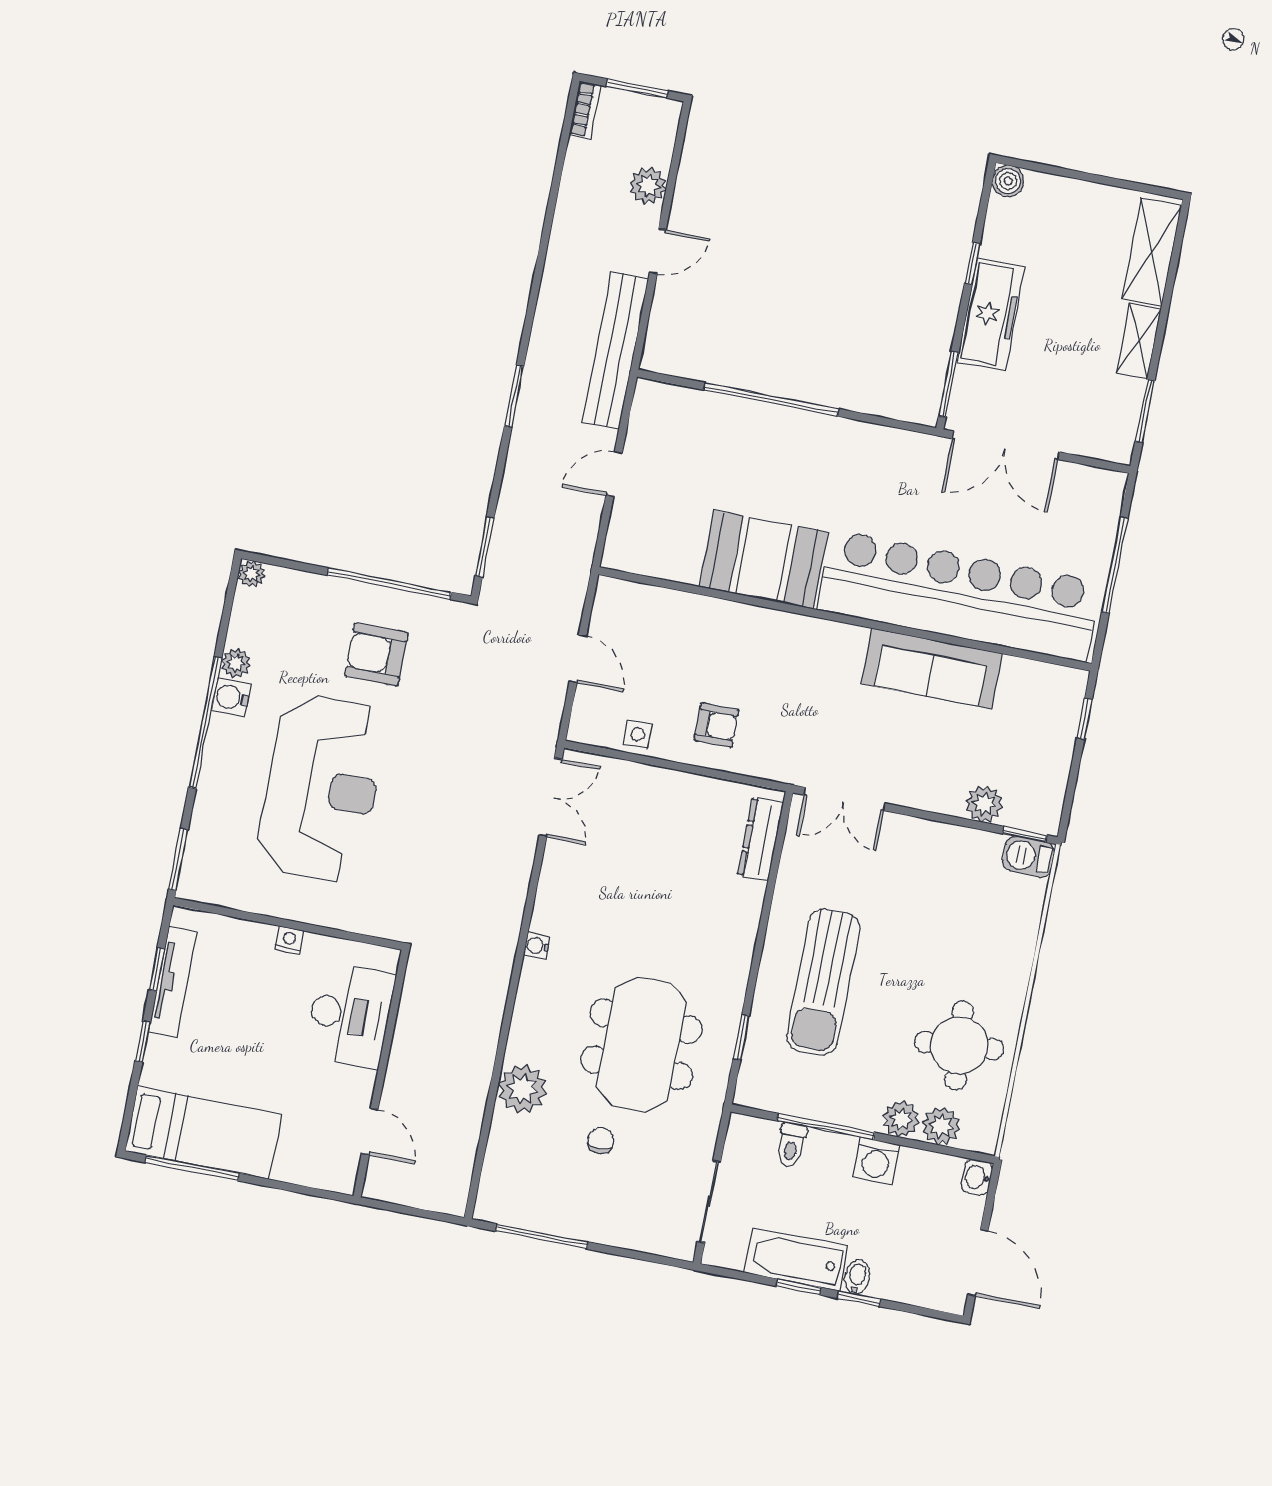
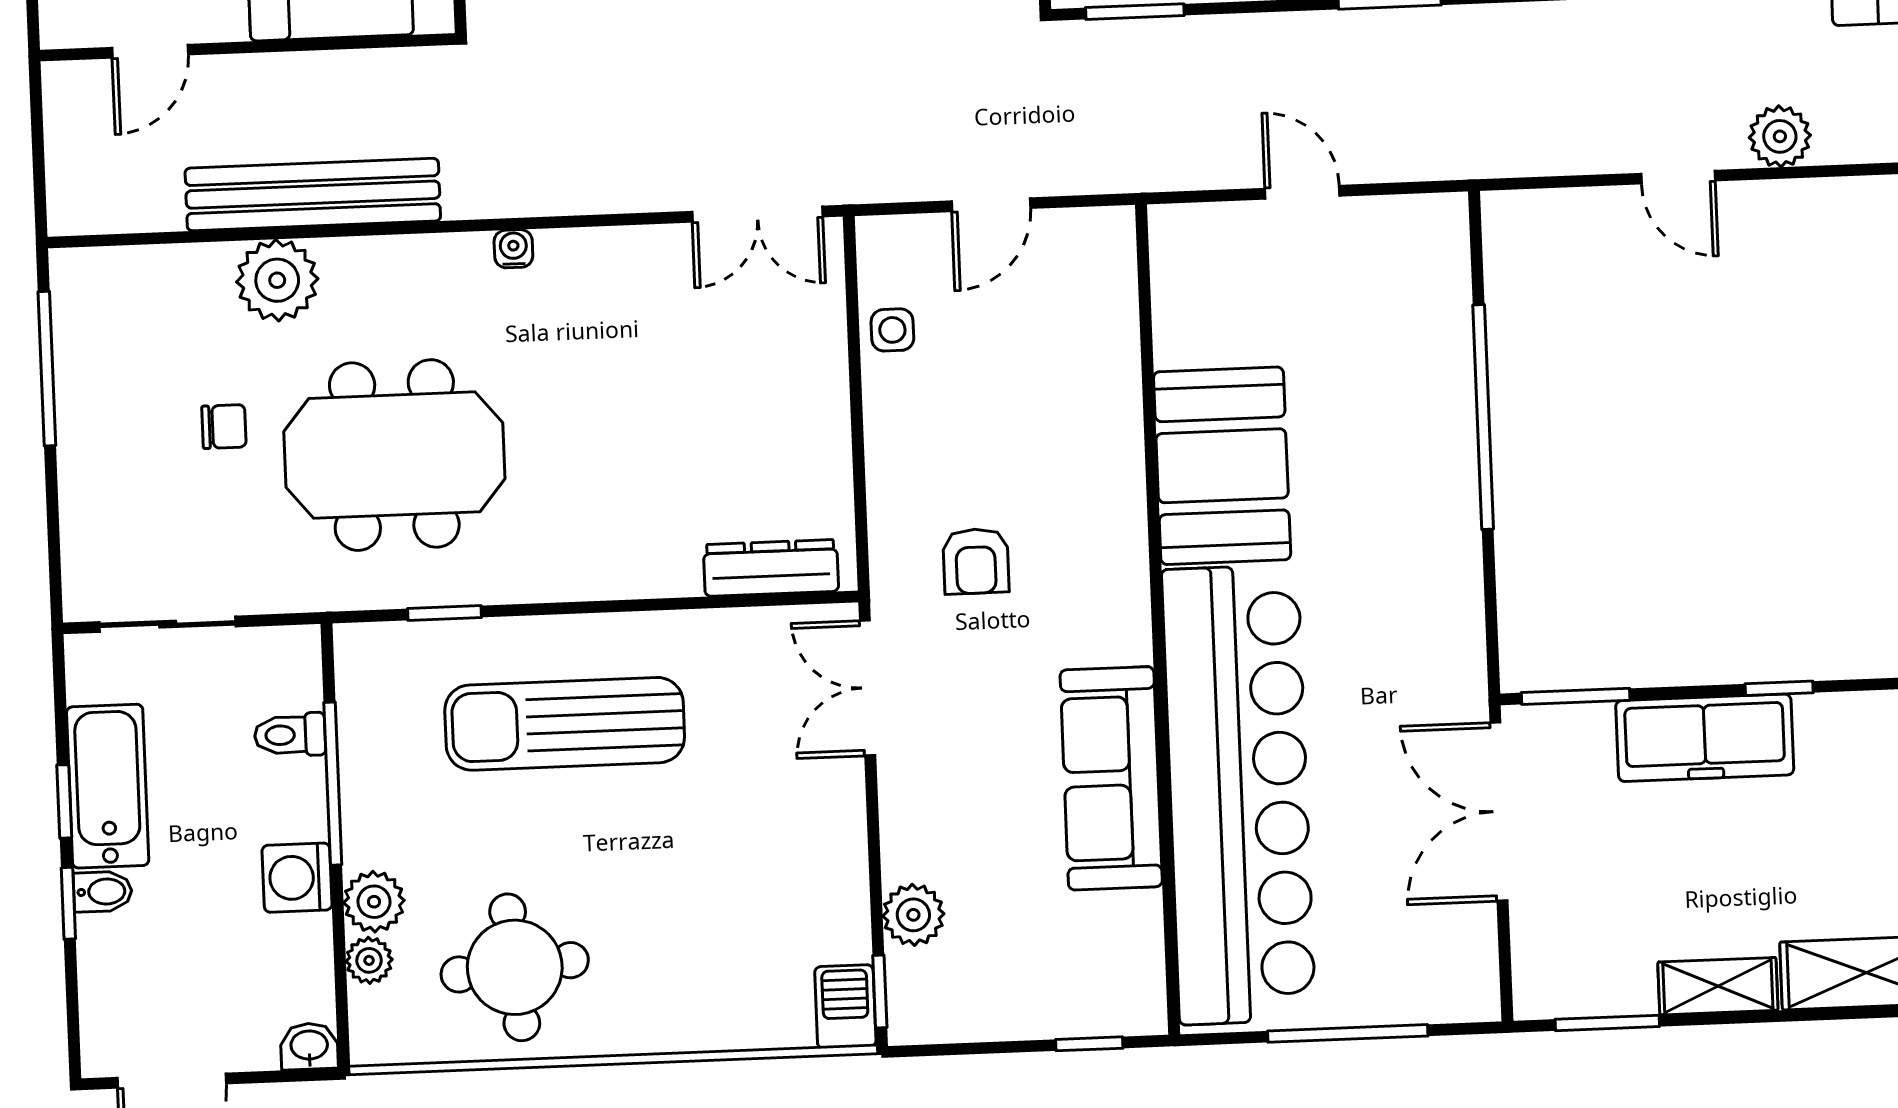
bench: (615, 350) -> (313, 195), moved
armchair: (717, 725) -> (976, 561), moved
plant: (941, 1126) -> (369, 960), width x0.73, depth x0.73

